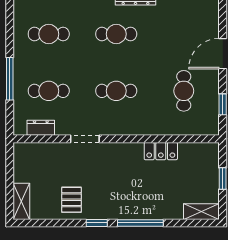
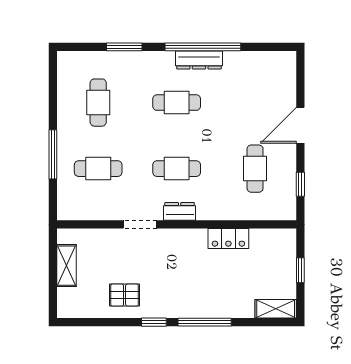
cafe table: (49, 34) -> (98, 103), turned 90
dresser: (41, 128) -> (180, 211), moved
pallet: (71, 200) -> (125, 295), turned 90
shelving: (21, 201) -> (66, 266), moved

